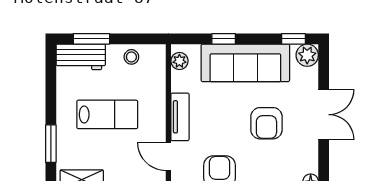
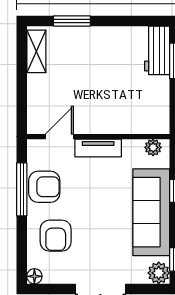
stool: (131, 57) -> (157, 100), removed
lab bench: (107, 114) -> (101, 76), removed
armchair: (266, 123) -> (56, 236), moved, turned -90

